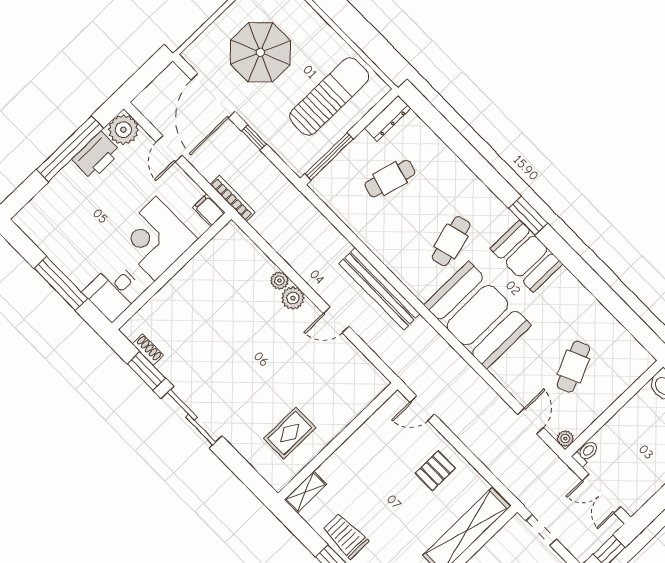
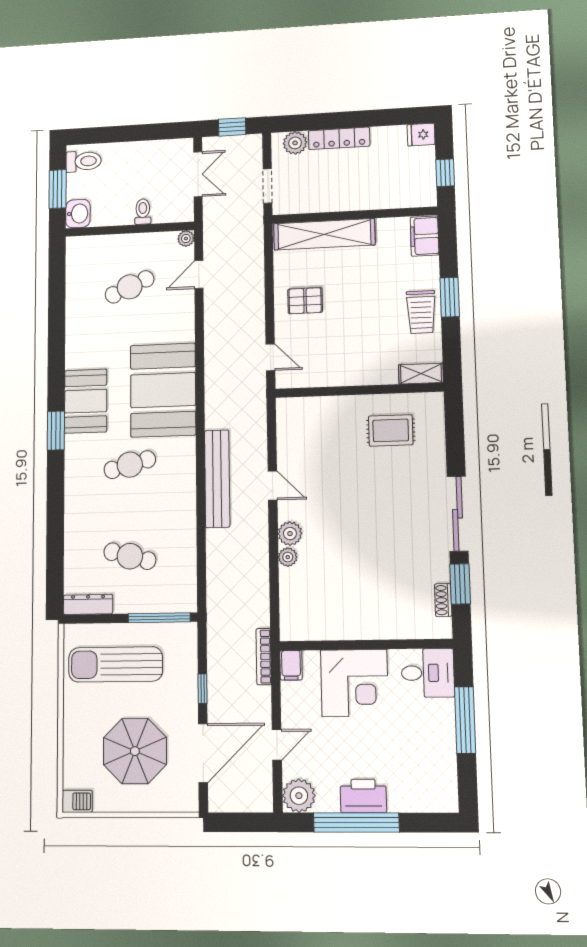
printer: (96, 156) -> (363, 796), moved
toilet: (586, 453) -> (143, 212), moved, turned 90

